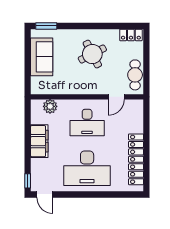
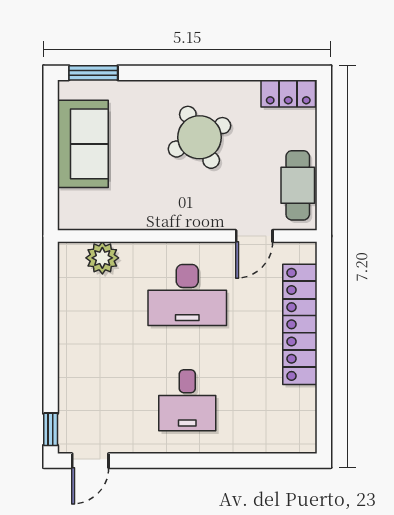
filing cabinet: (39, 141) -> (77, 338), removed
locker: (136, 159) -> (300, 324), moved
desk: (87, 168) -> (187, 400), width x0.53, depth x0.77
door: (45, 194) -> (90, 461), hinge flipped

